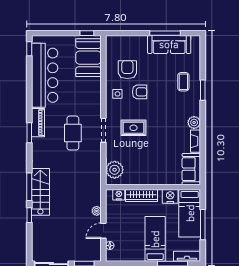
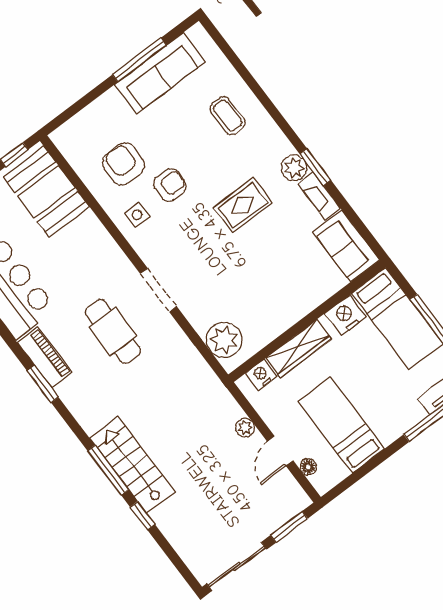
window: (203, 90) -> (315, 167), moved
rug: (133, 128) -> (243, 205), moved
bed: (155, 239) -> (341, 425), moved

